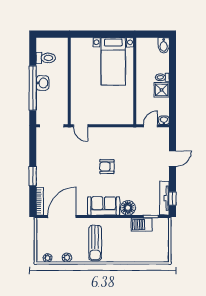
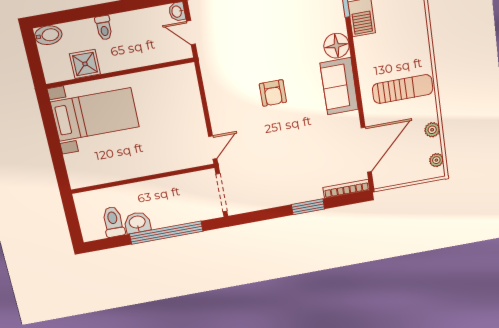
washbasin: (42, 83) -> (137, 223), moved
shower: (162, 90) -> (85, 64), moved
door: (62, 217) -> (366, 150), swing flipped

